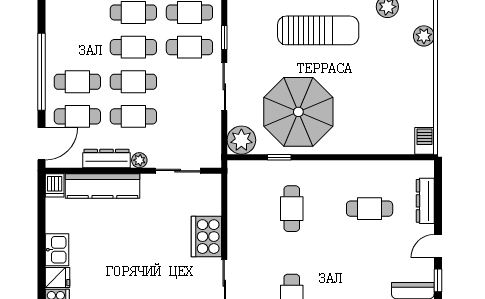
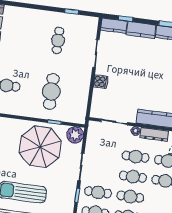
cafe table: (292, 209) -> (51, 91), width x1.37, depth x1.35
cooker: (206, 237) -> (101, 82), width x0.53, depth x0.76

